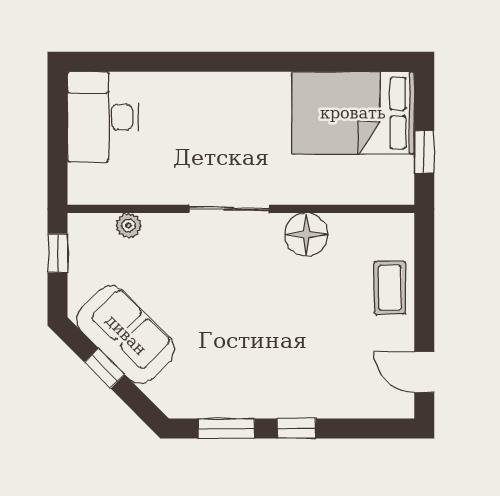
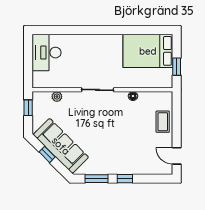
floor lamp: (306, 234) -> (133, 96), width x0.53, depth x0.53
sofa: (126, 335) -> (61, 146), width x1.36

